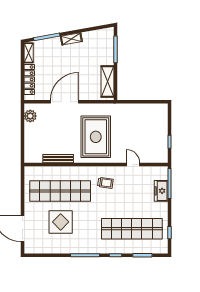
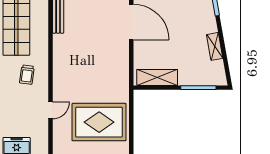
shelving: (71, 39) -> (215, 46), moved
rug: (96, 137) -> (99, 122), moved

